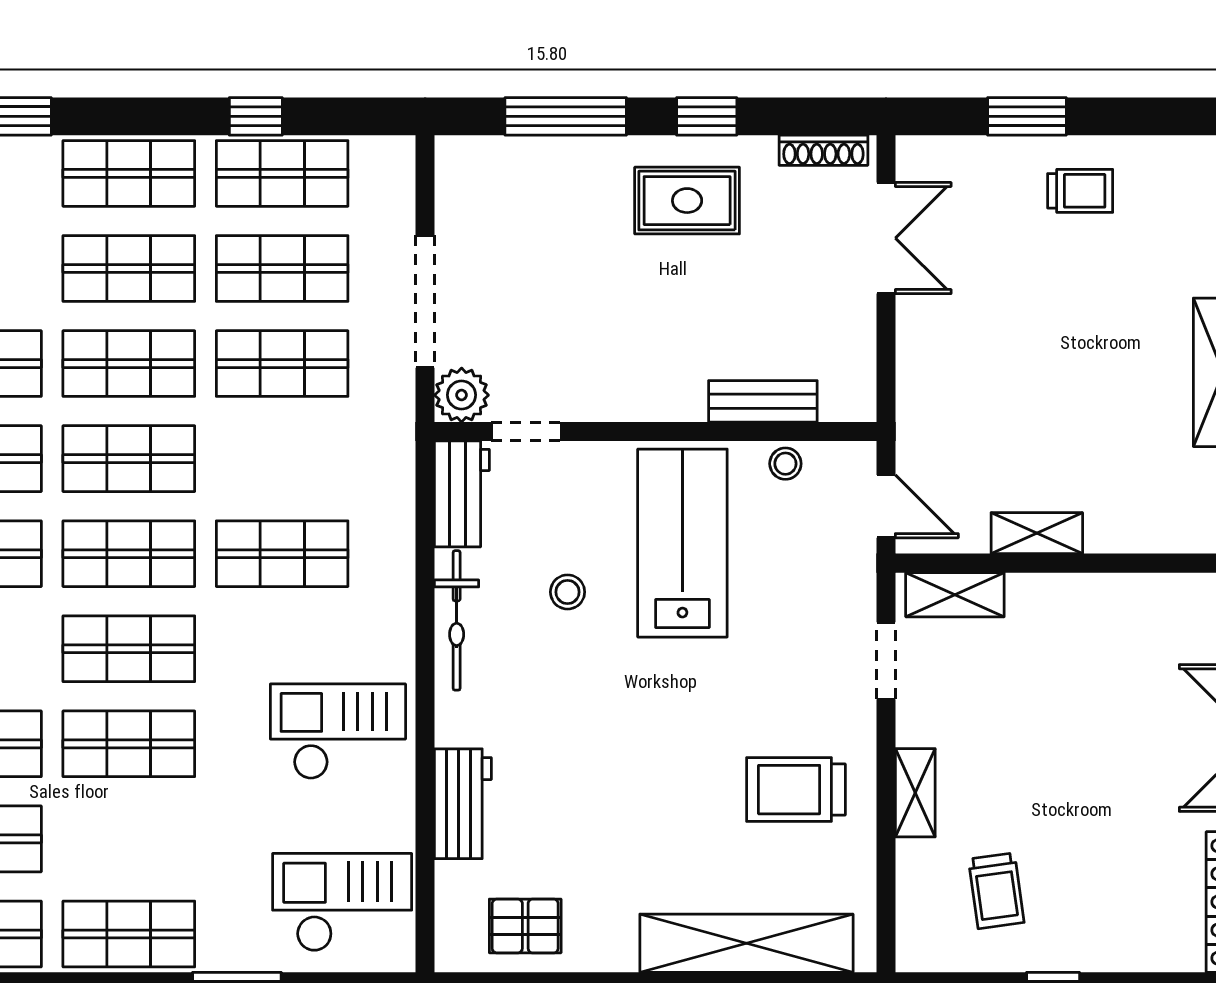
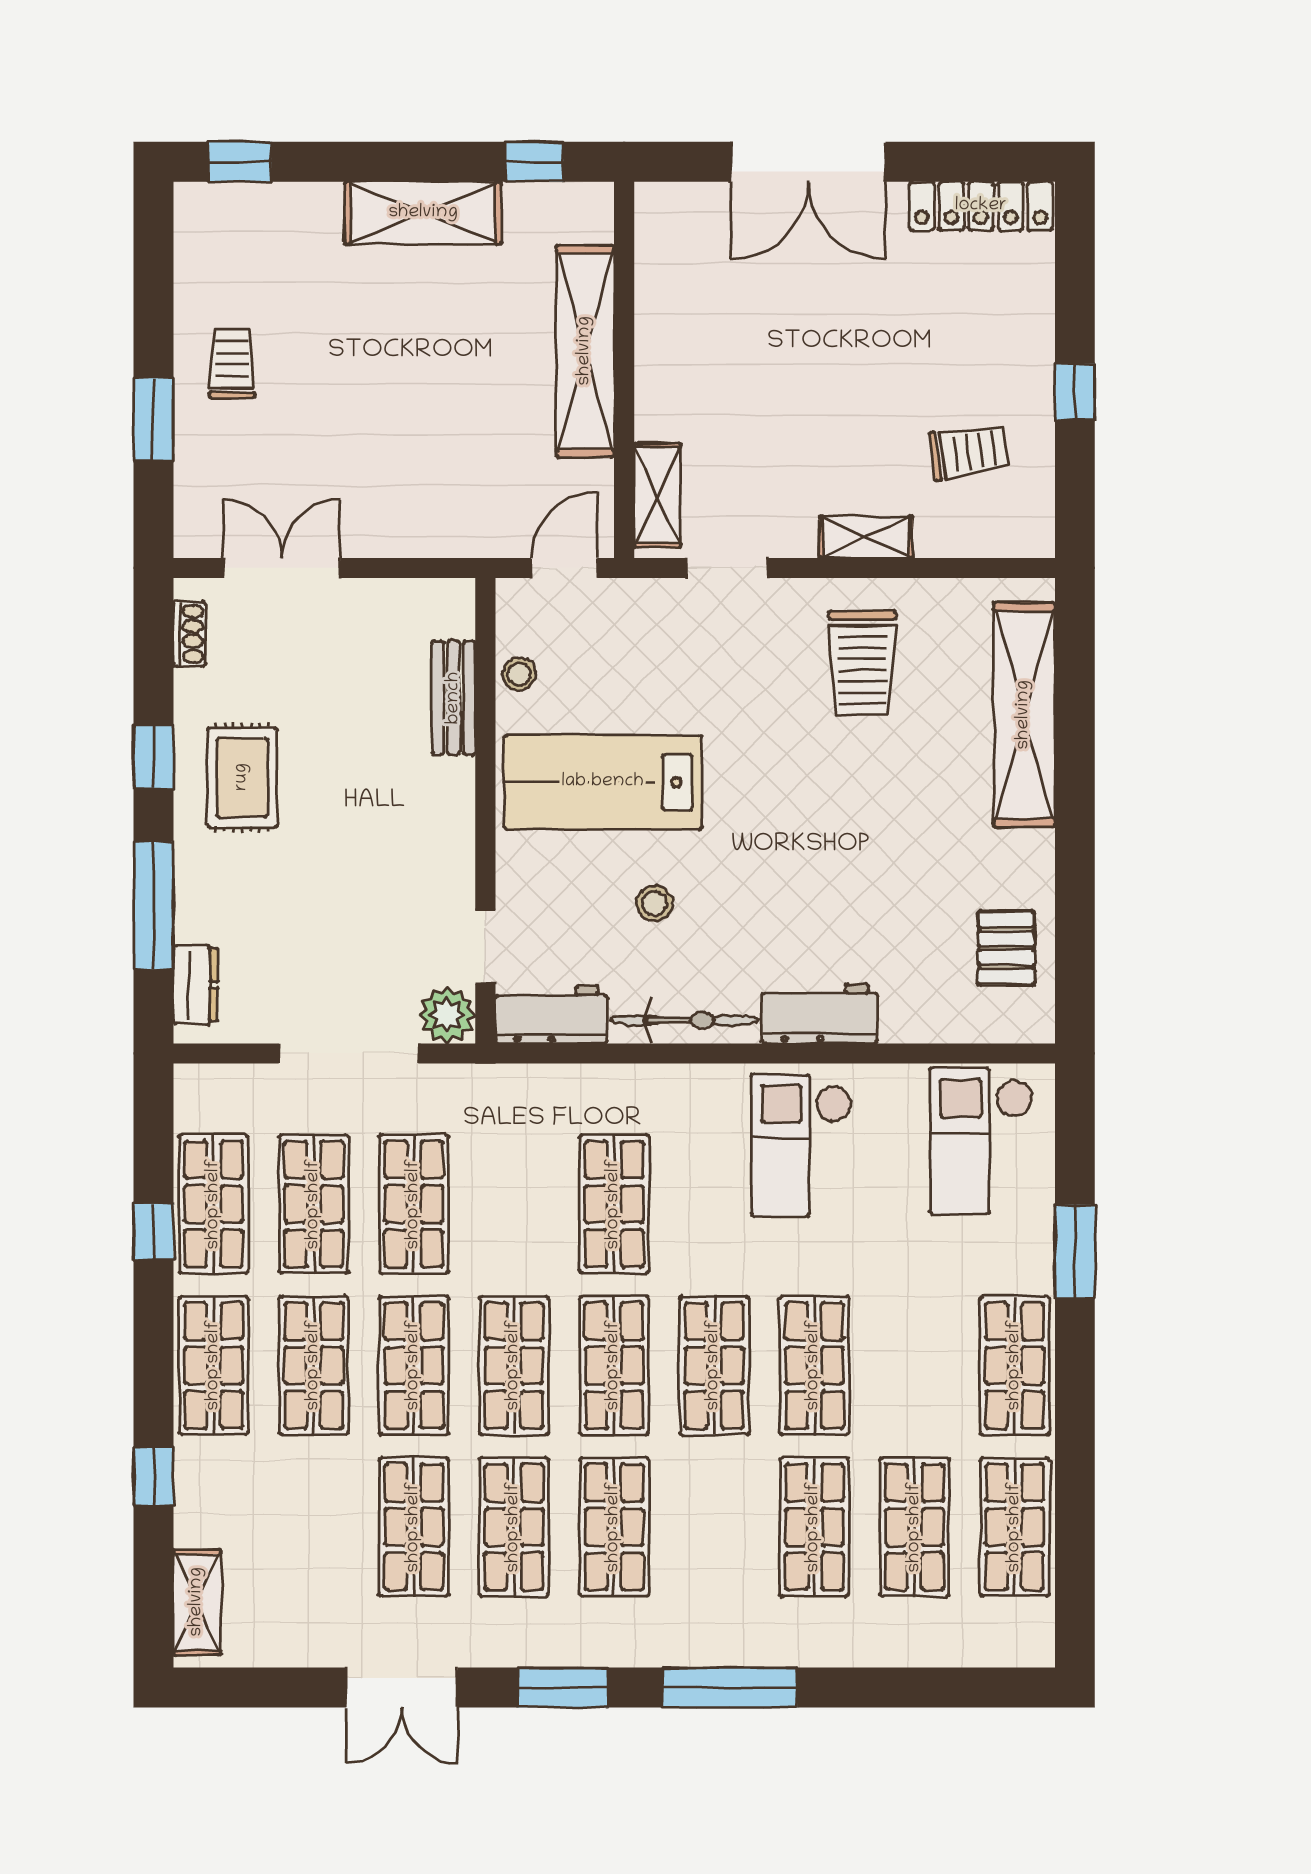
shoe rack: (823, 150) -> (189, 634), width x0.70
dresser: (490, 156) -> (196, 985), added
shelving: (1037, 533) -> (585, 351), width x2.20, depth x1.33
workbench: (463, 804) -> (820, 1014), moved

